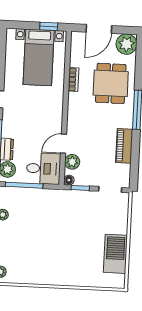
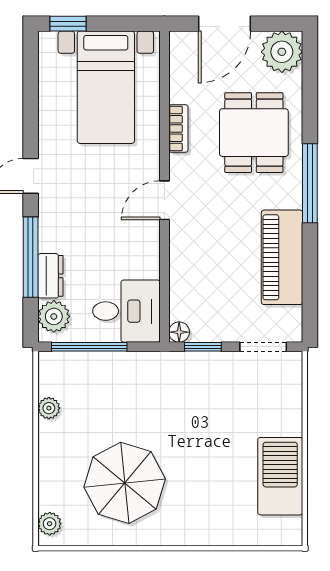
window: (49, 26) -> (68, 24), moved
door: (63, 144) -> (164, 200), moved
piano: (124, 146) -> (282, 257), width x1.37, depth x1.33
plant: (72, 162) -> (184, 295), removed
parasol: (38, 253) -> (125, 483), added

